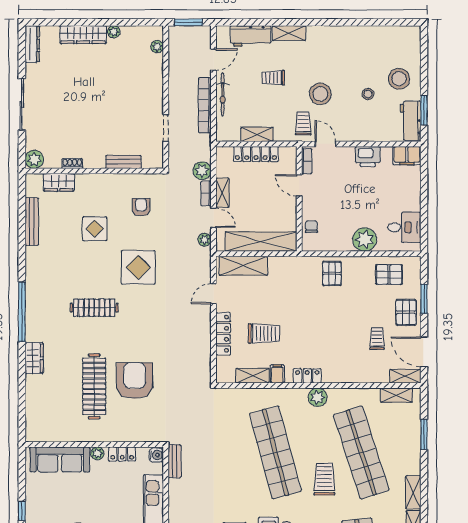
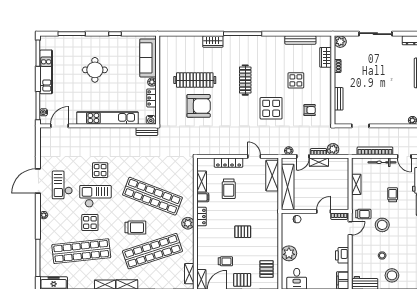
locker: (256, 154) -> (344, 184), removed
pallet: (332, 273) -> (243, 232), moved
shop shelf: (275, 452) -> (152, 196), turned 36

